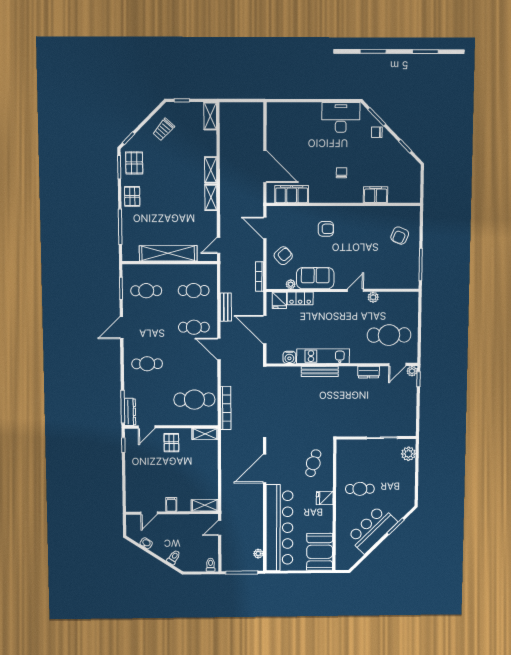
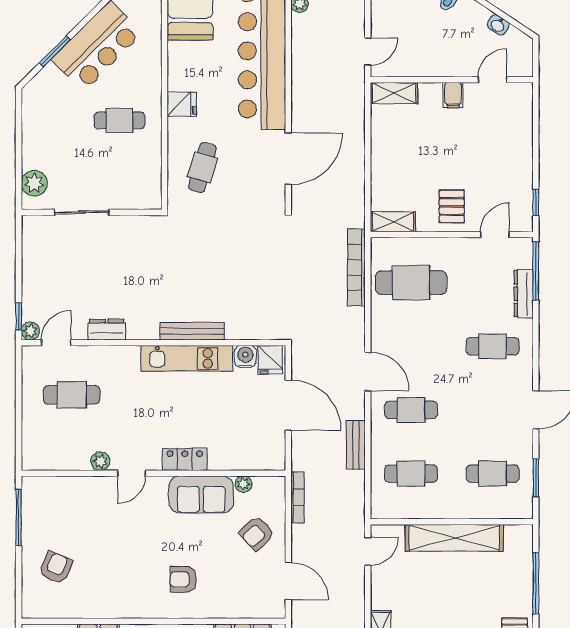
locker: (300, 298) -> (185, 459), moved
fridge: (279, 300) -> (270, 360), moved, turned 180
cafe table: (389, 335) -> (72, 395), width x0.73, depth x0.74
dresser: (130, 412) -> (524, 294), moved

